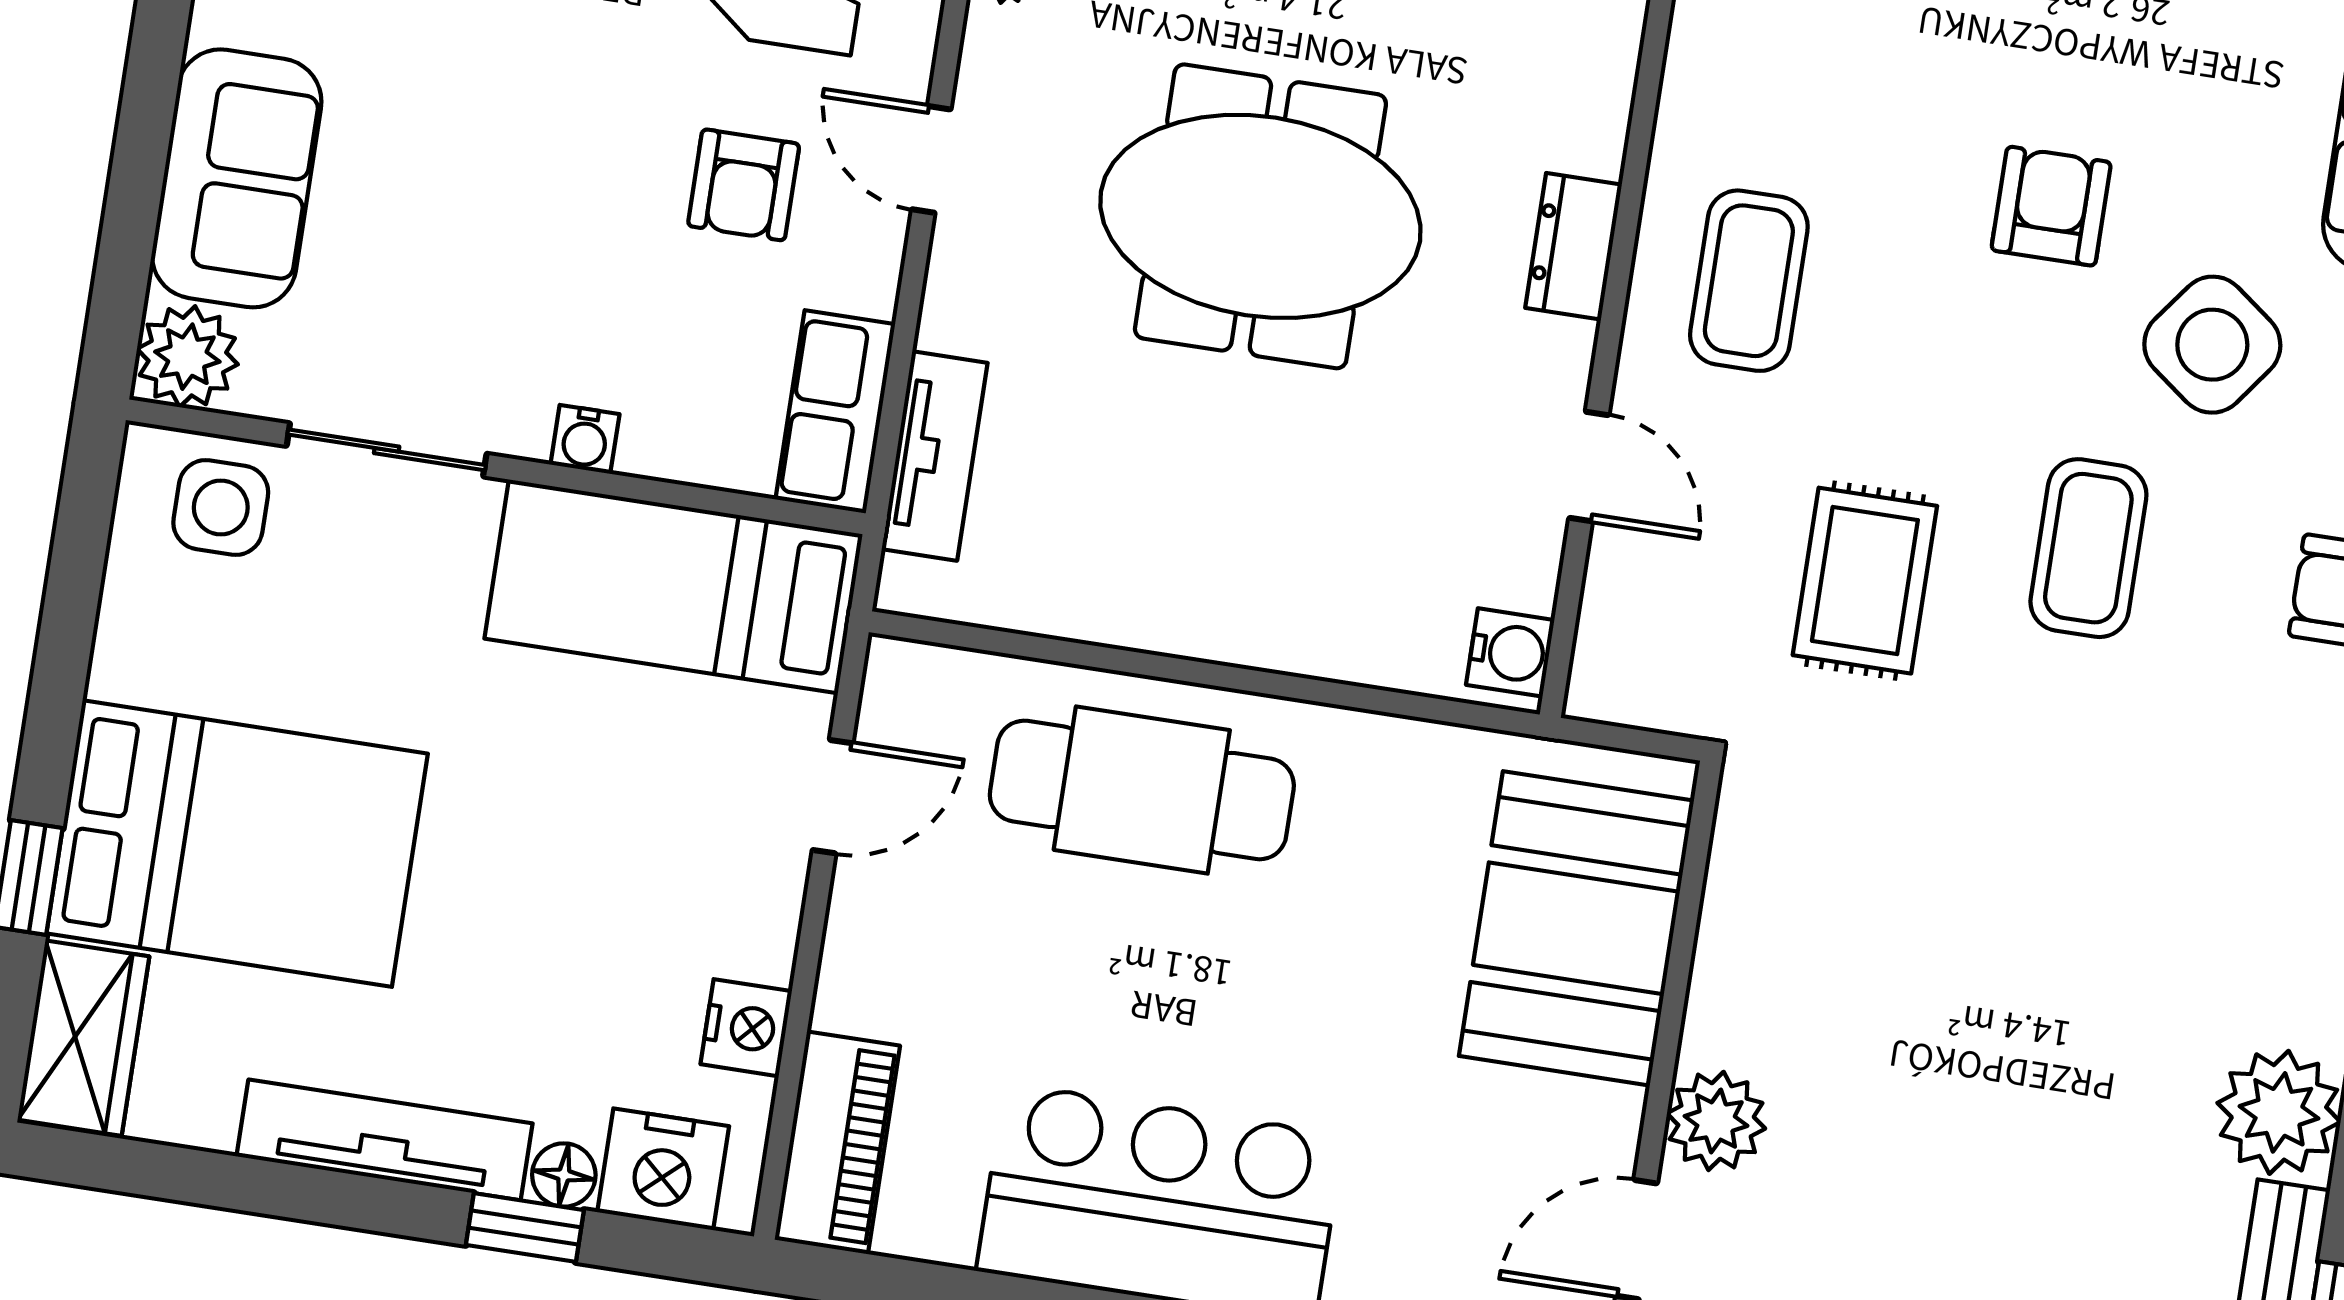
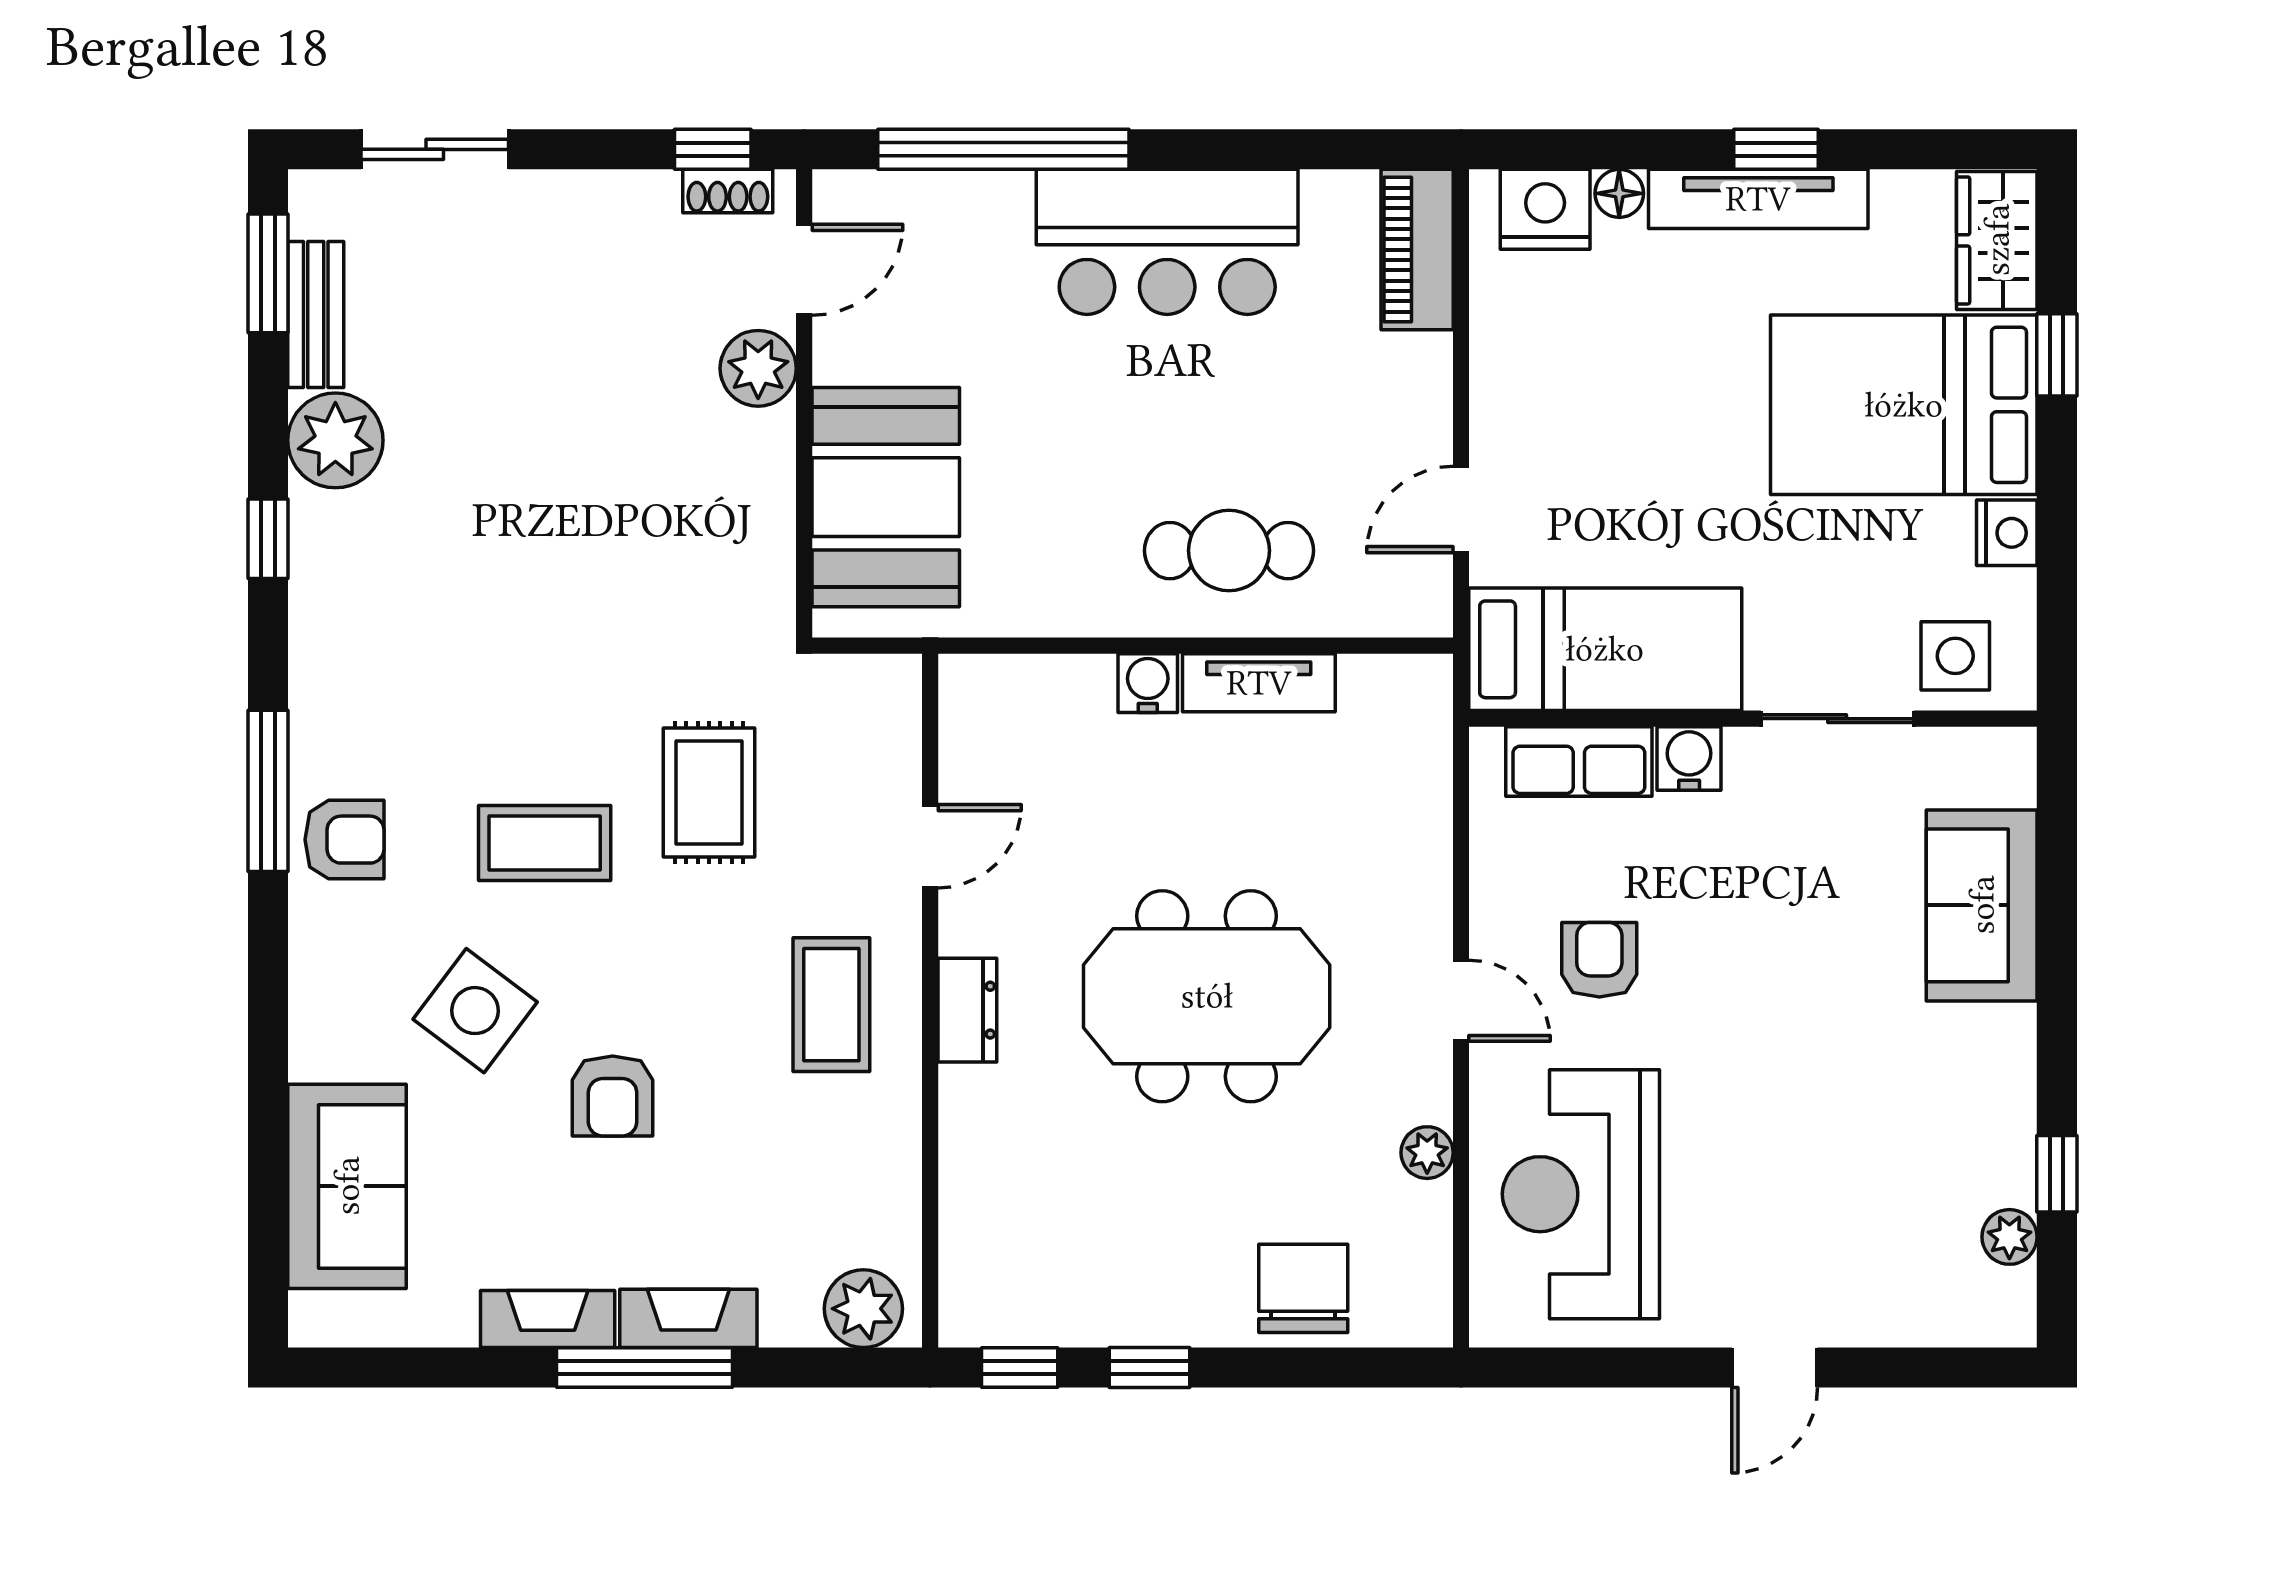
plant: (187, 357) -> (1998, 766), removed
row of seats: (835, 412) -> (1579, 761), moved, turned 90
water cooler: (585, 439) -> (1689, 758), width x1.38, depth x1.38
tv unit: (935, 456) -> (1259, 683), moved, turned -90
door: (1589, 467) -> (930, 846), swing flipped
coffee table: (2088, 548) -> (545, 843), turned 90
water cooler: (1510, 652) -> (1148, 683), moved, turned 90
cafe table: (1142, 790) -> (1229, 551), width x0.73, depth x0.74
nightstand: (746, 1028) -> (2007, 533), moved, turned 180
window: (525, 1228) -> (1776, 149), moved

